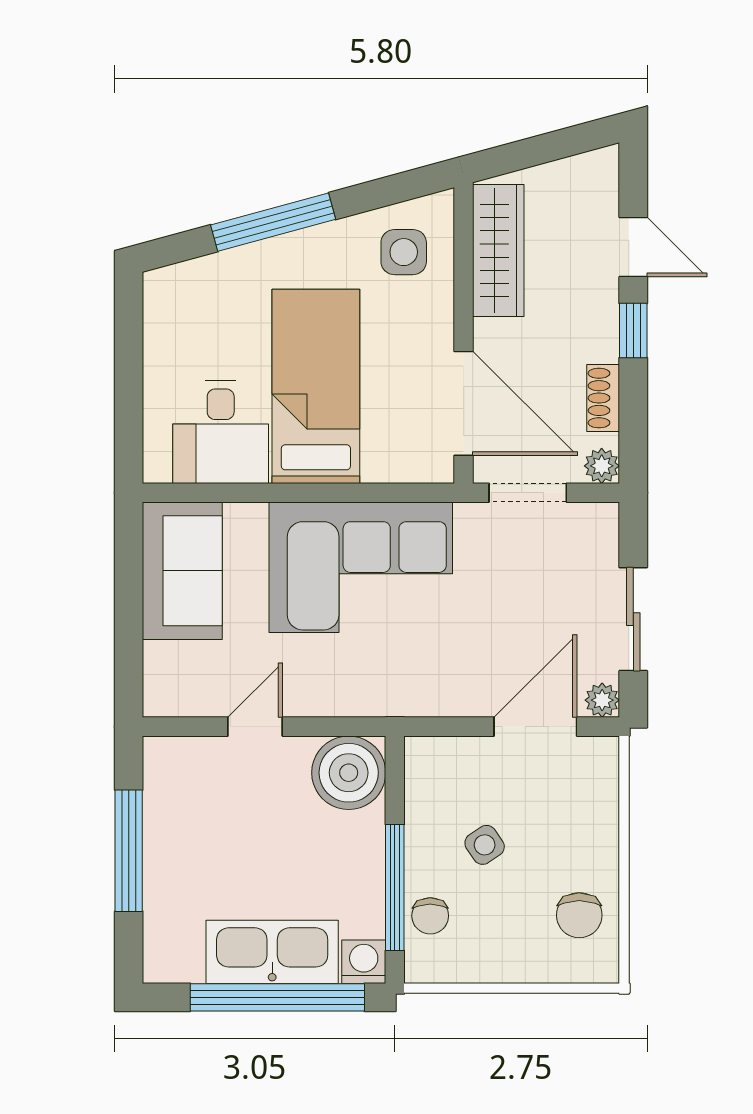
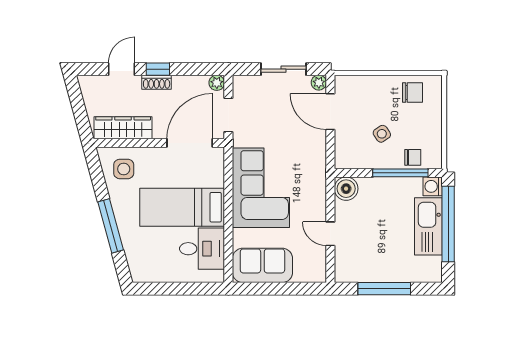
shoe rack: (603, 398) -> (157, 82), moved
boiler: (349, 773) -> (346, 189), width x0.73, depth x0.73

